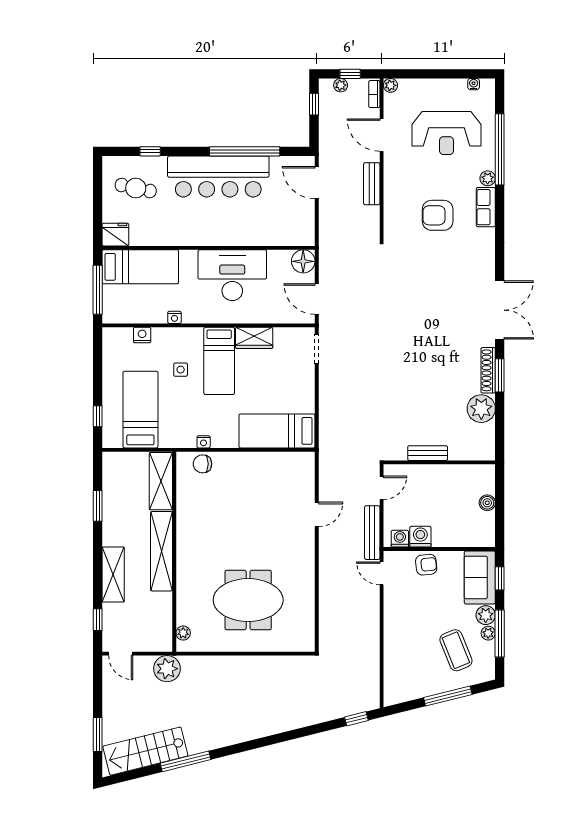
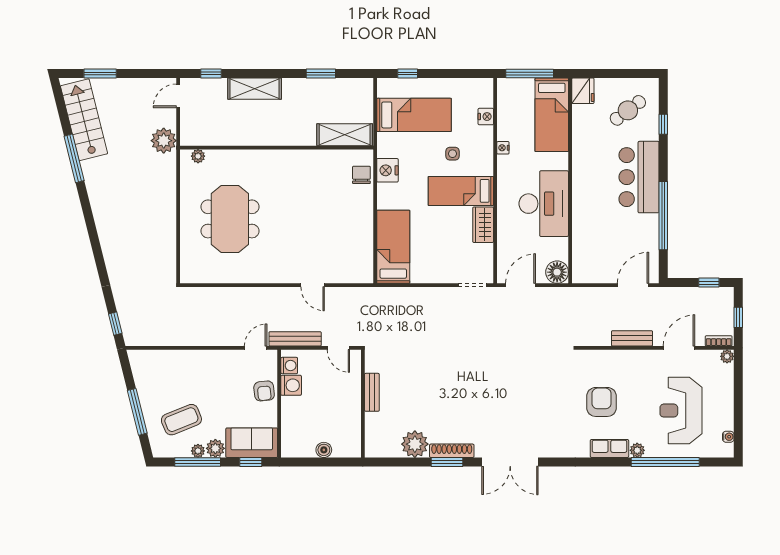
plant: (341, 85) -> (727, 308), removed
bar counter: (218, 176) -> (639, 177), width x0.73
cafe table: (136, 188) -> (628, 110), turned 41
nightstand: (204, 442) -> (387, 170), width x1.89, depth x1.79
shelving: (162, 551) -> (277, 135), removed

